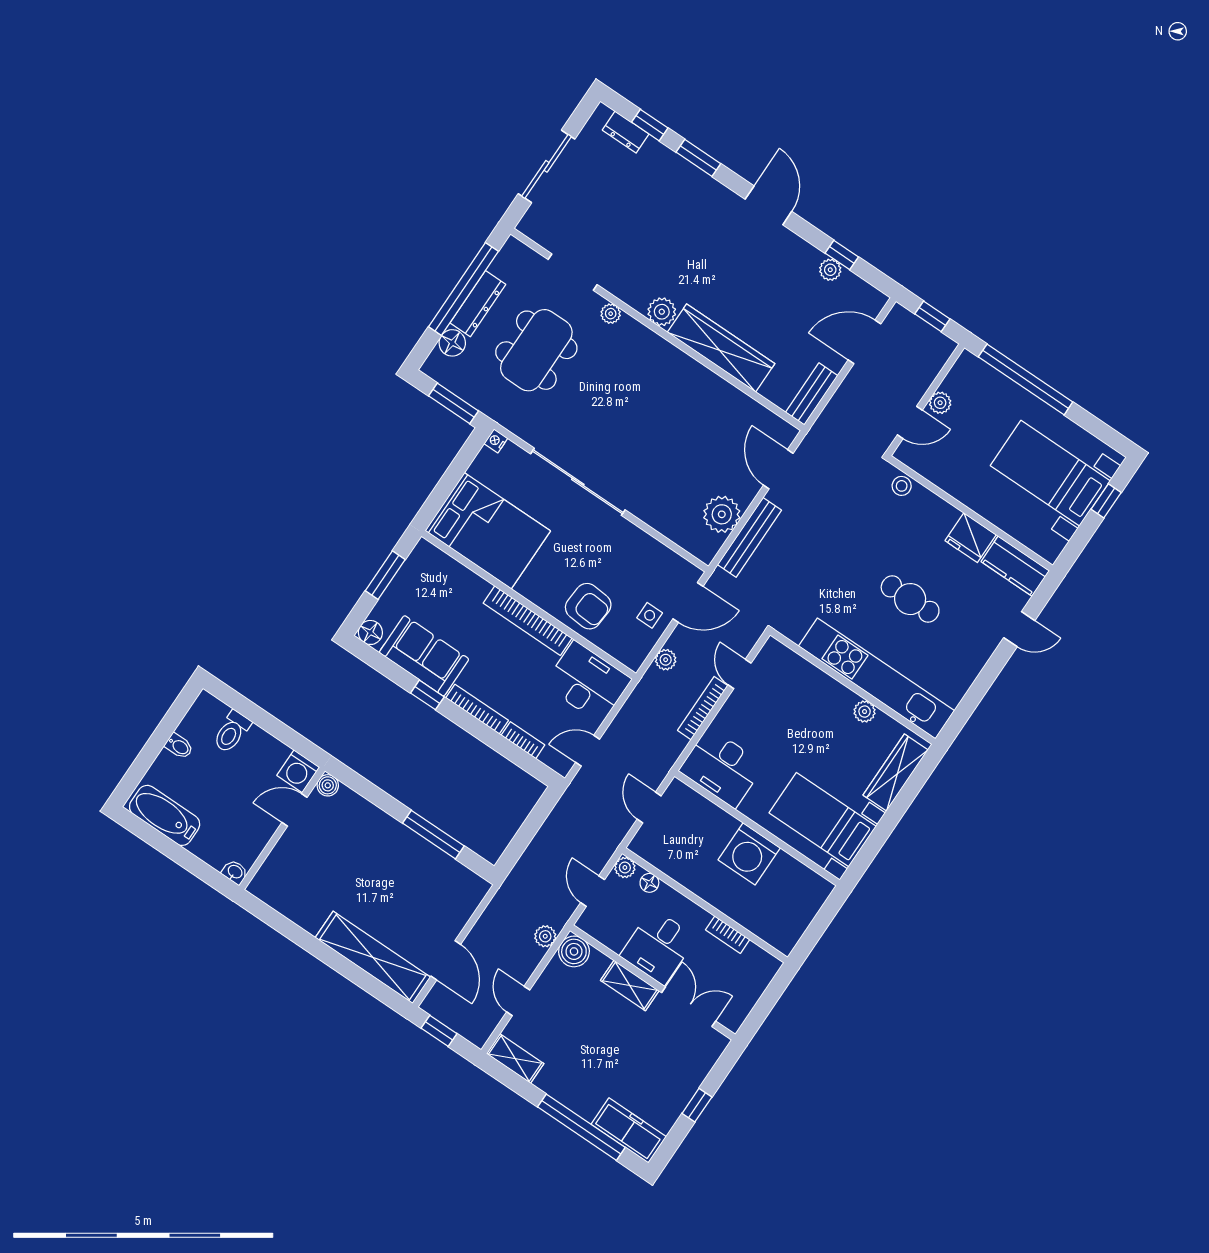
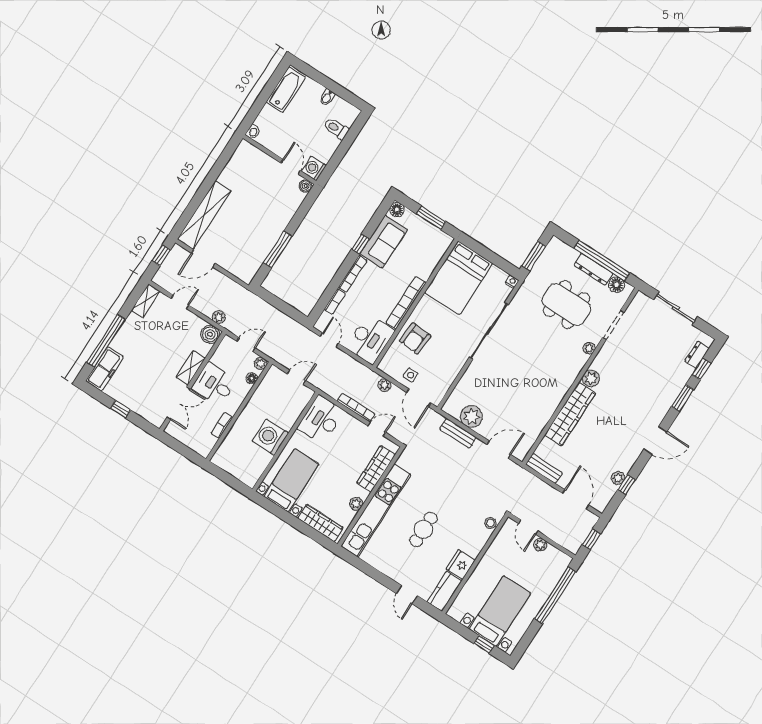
floor lamp: (452, 343) -> (617, 285), moved
bench: (749, 537) -> (458, 433), width x0.73
wardrobe: (806, 677) -> (376, 469), added

